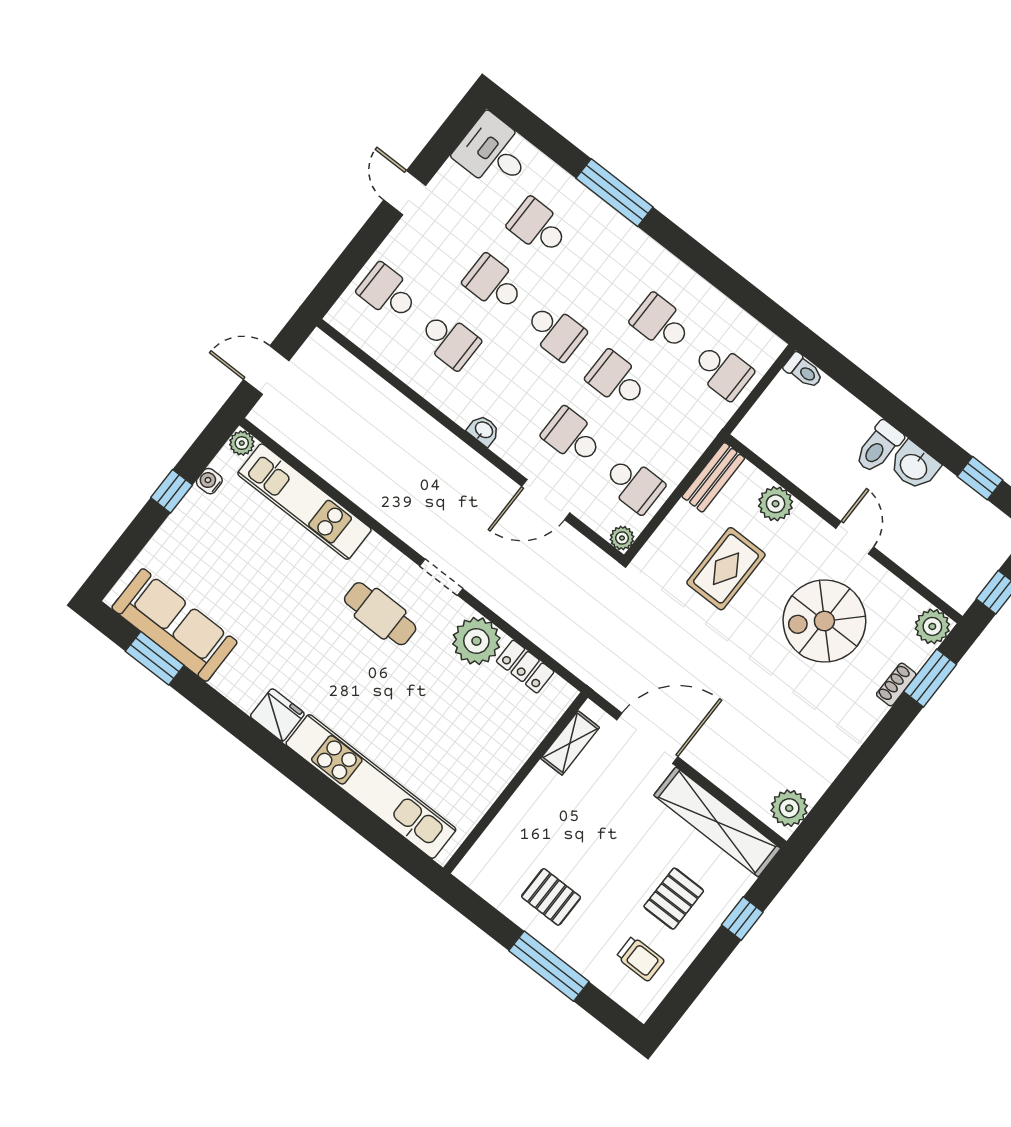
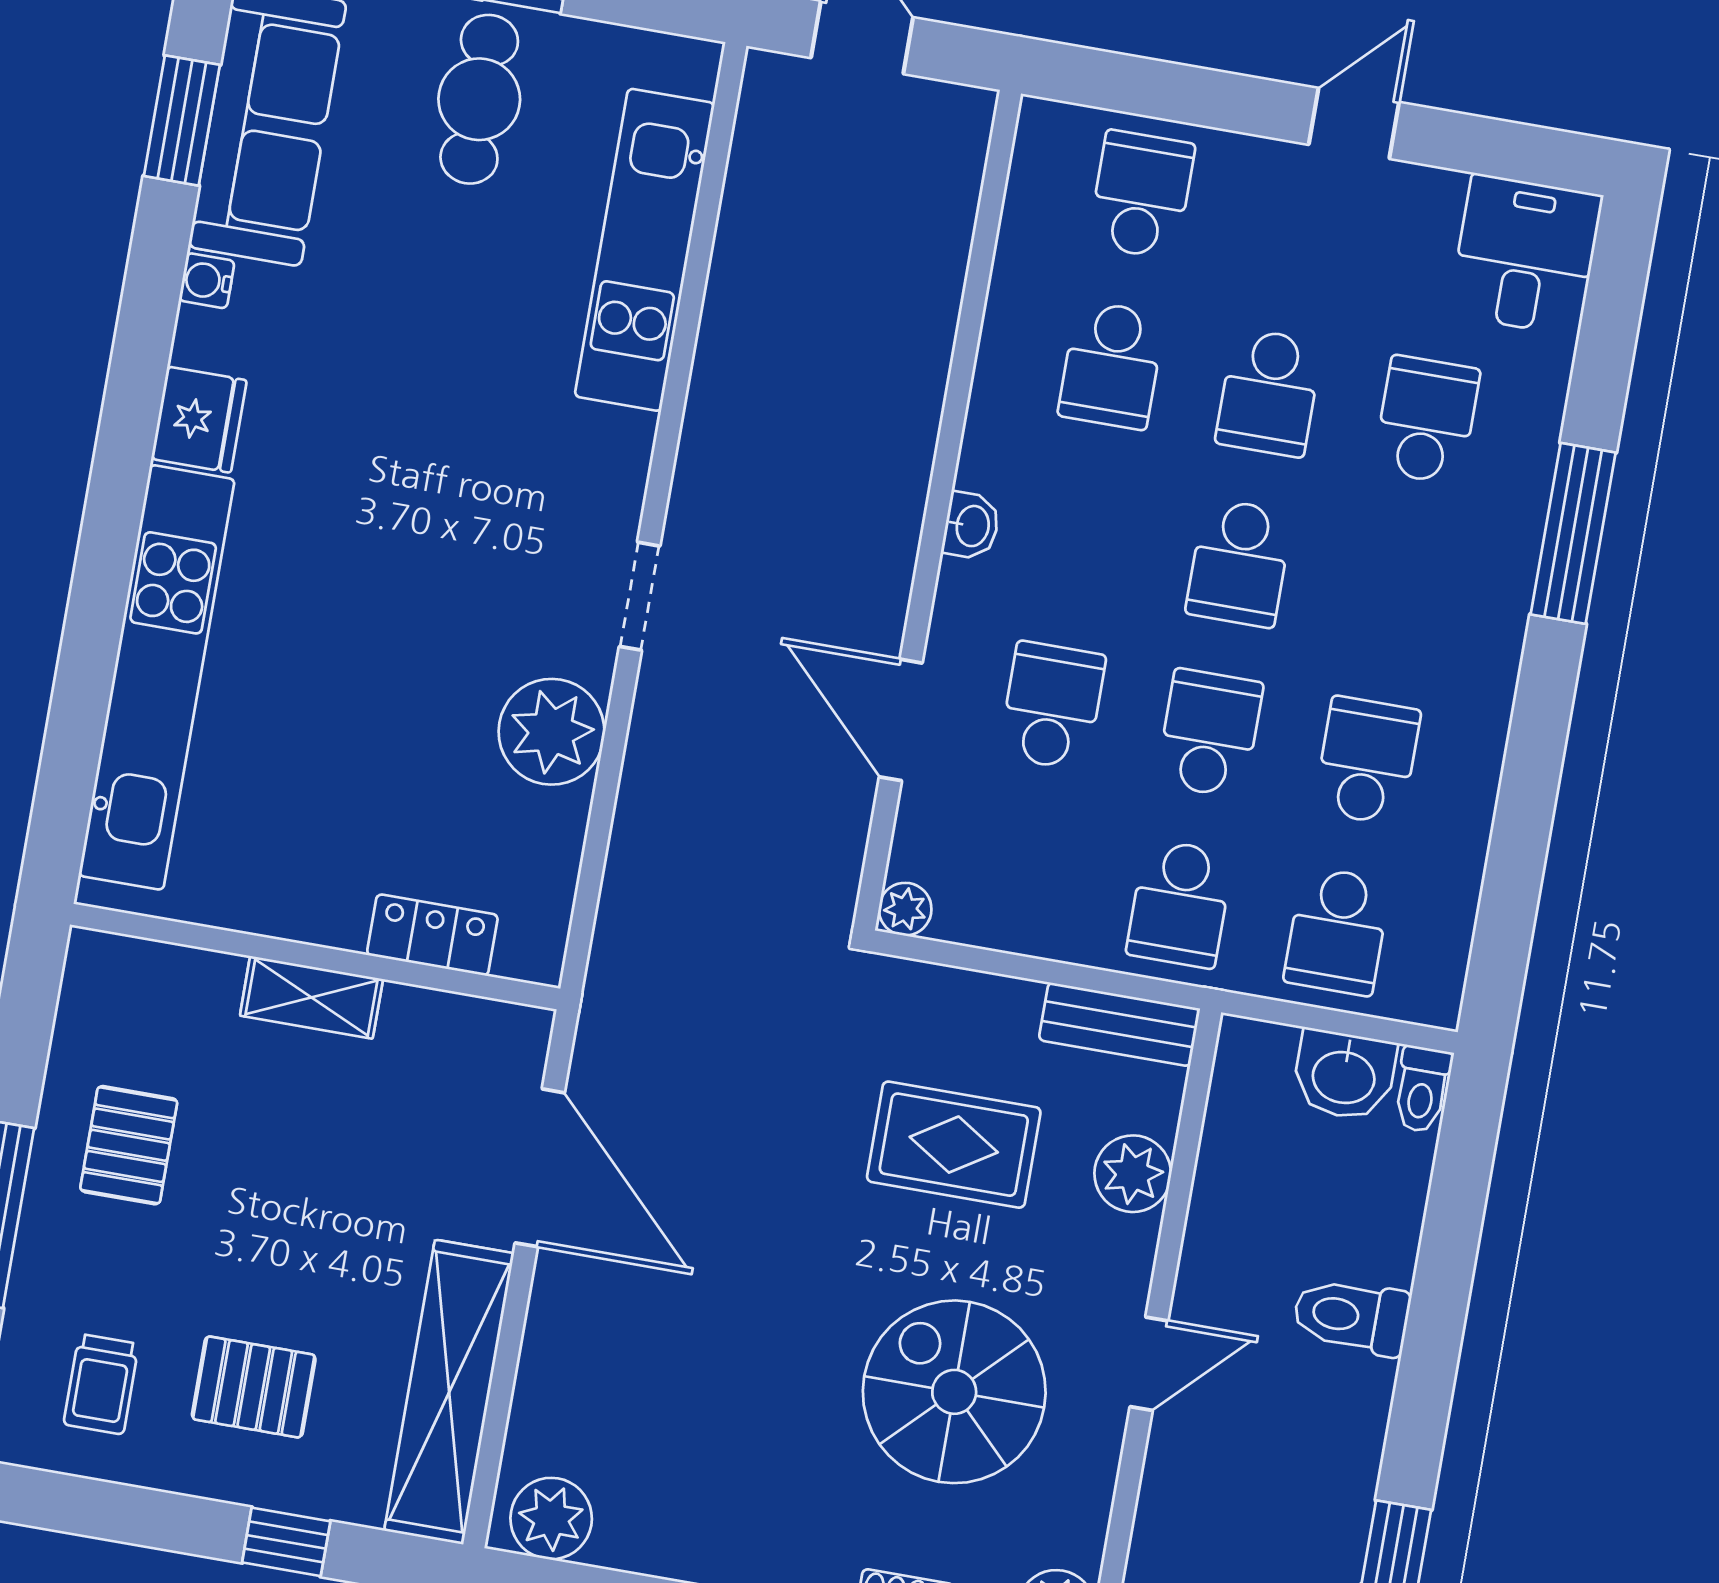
school desk: (494, 284) -> (1269, 392), turned 180
plant: (242, 443) -> (694, 66), removed
washbasin: (914, 466) -> (1344, 1075), moved, turned -90
water cooler: (209, 481) -> (207, 281), moved, turned -90
school desk: (634, 484) -> (1180, 904), moved
cafe table: (380, 614) -> (479, 99), moved
locker: (525, 667) -> (432, 935), moved, turned 90
shelving: (570, 743) -> (311, 997), moved

